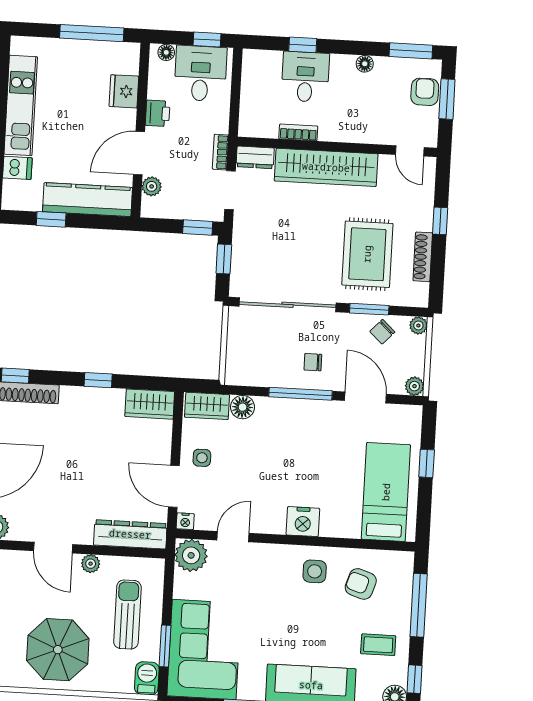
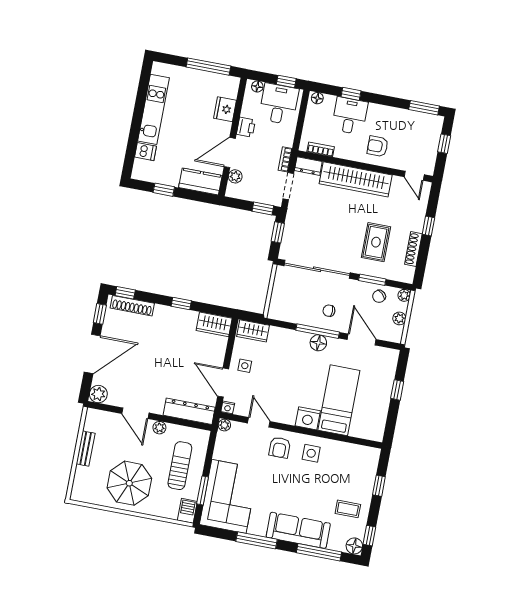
floor lamp: (365, 64) -> (317, 98), moved
armchair: (425, 92) -> (378, 146), moved, turned -90
window: (447, 99) -> (444, 144), width x0.67
bookcase: (298, 132) -> (321, 149), moved
kitchen counter: (88, 200) -> (200, 181), width x0.67
rug: (367, 254) -> (376, 242), width x0.73, depth x0.70
plant: (414, 386) -> (399, 318), moved
floor lamp: (243, 407) -> (318, 343), moved
bed: (386, 492) -> (339, 400), moved
door: (233, 537) -> (259, 422), hinge flipped
plant: (191, 555) -> (224, 425), width x0.53, depth x0.53
armchair: (361, 584) -> (280, 448), moved, turned -108
window: (419, 605) -> (379, 486), width x0.46

